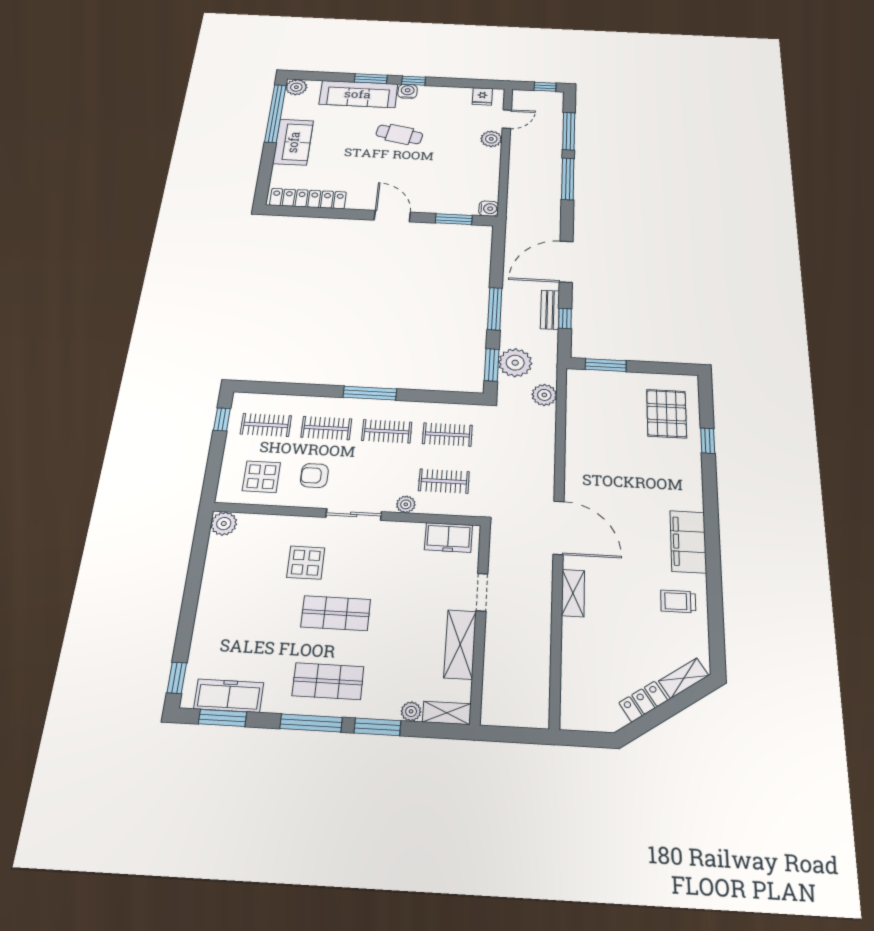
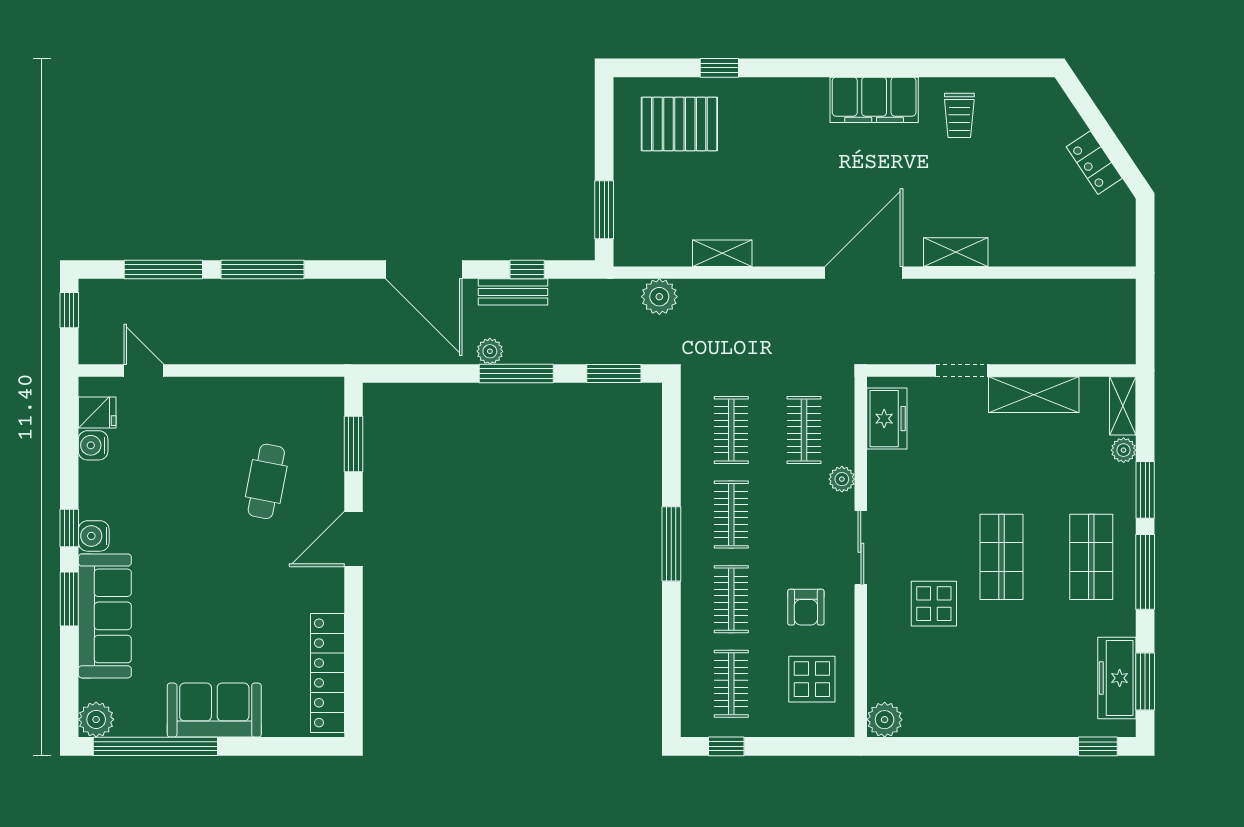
cafe table: (399, 134) -> (266, 481), moved
plant: (491, 139) -> (188, 394), removed
water cooler: (489, 209) -> (93, 445), moved, turned -90
plant: (515, 363) -> (490, 351), moved, width x0.53, depth x0.53
shelving: (684, 678) -> (722, 253), moved, turned -56

